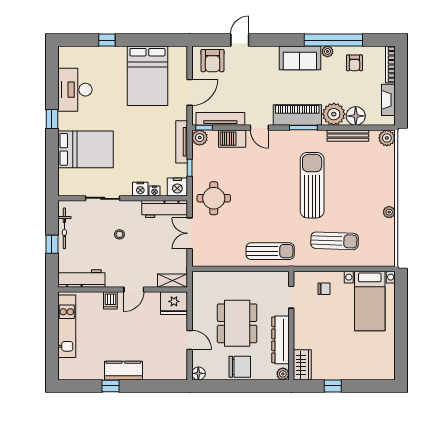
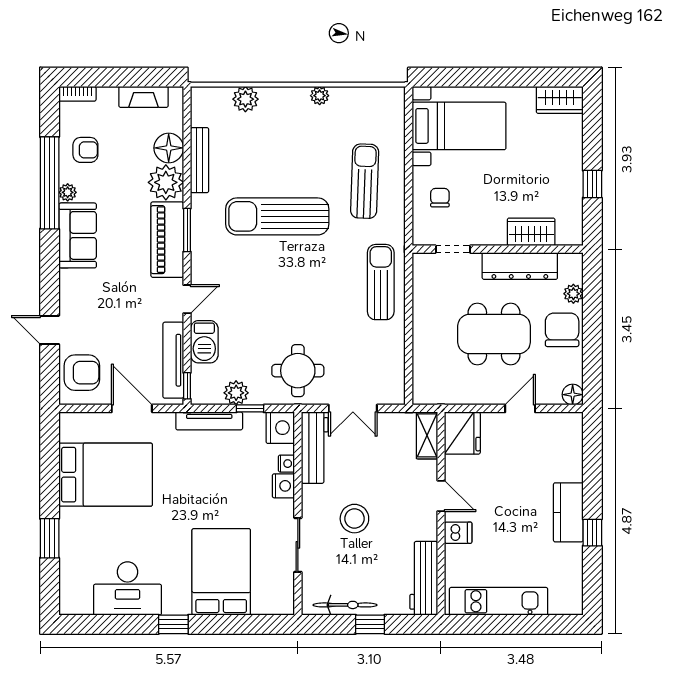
window: (107, 40) -> (50, 538), width x1.50
bookcase: (390, 64) -> (77, 94), width x0.64
plant: (200, 138) -> (236, 393), moved
plant: (387, 138) -> (245, 99), moved
stool: (119, 234) -> (354, 519), width x1.89, depth x1.89
wardrobe: (302, 365) -> (531, 232), moved
wardrobe: (386, 365) -> (560, 100), added
plant: (283, 374) -> (573, 294), moved

